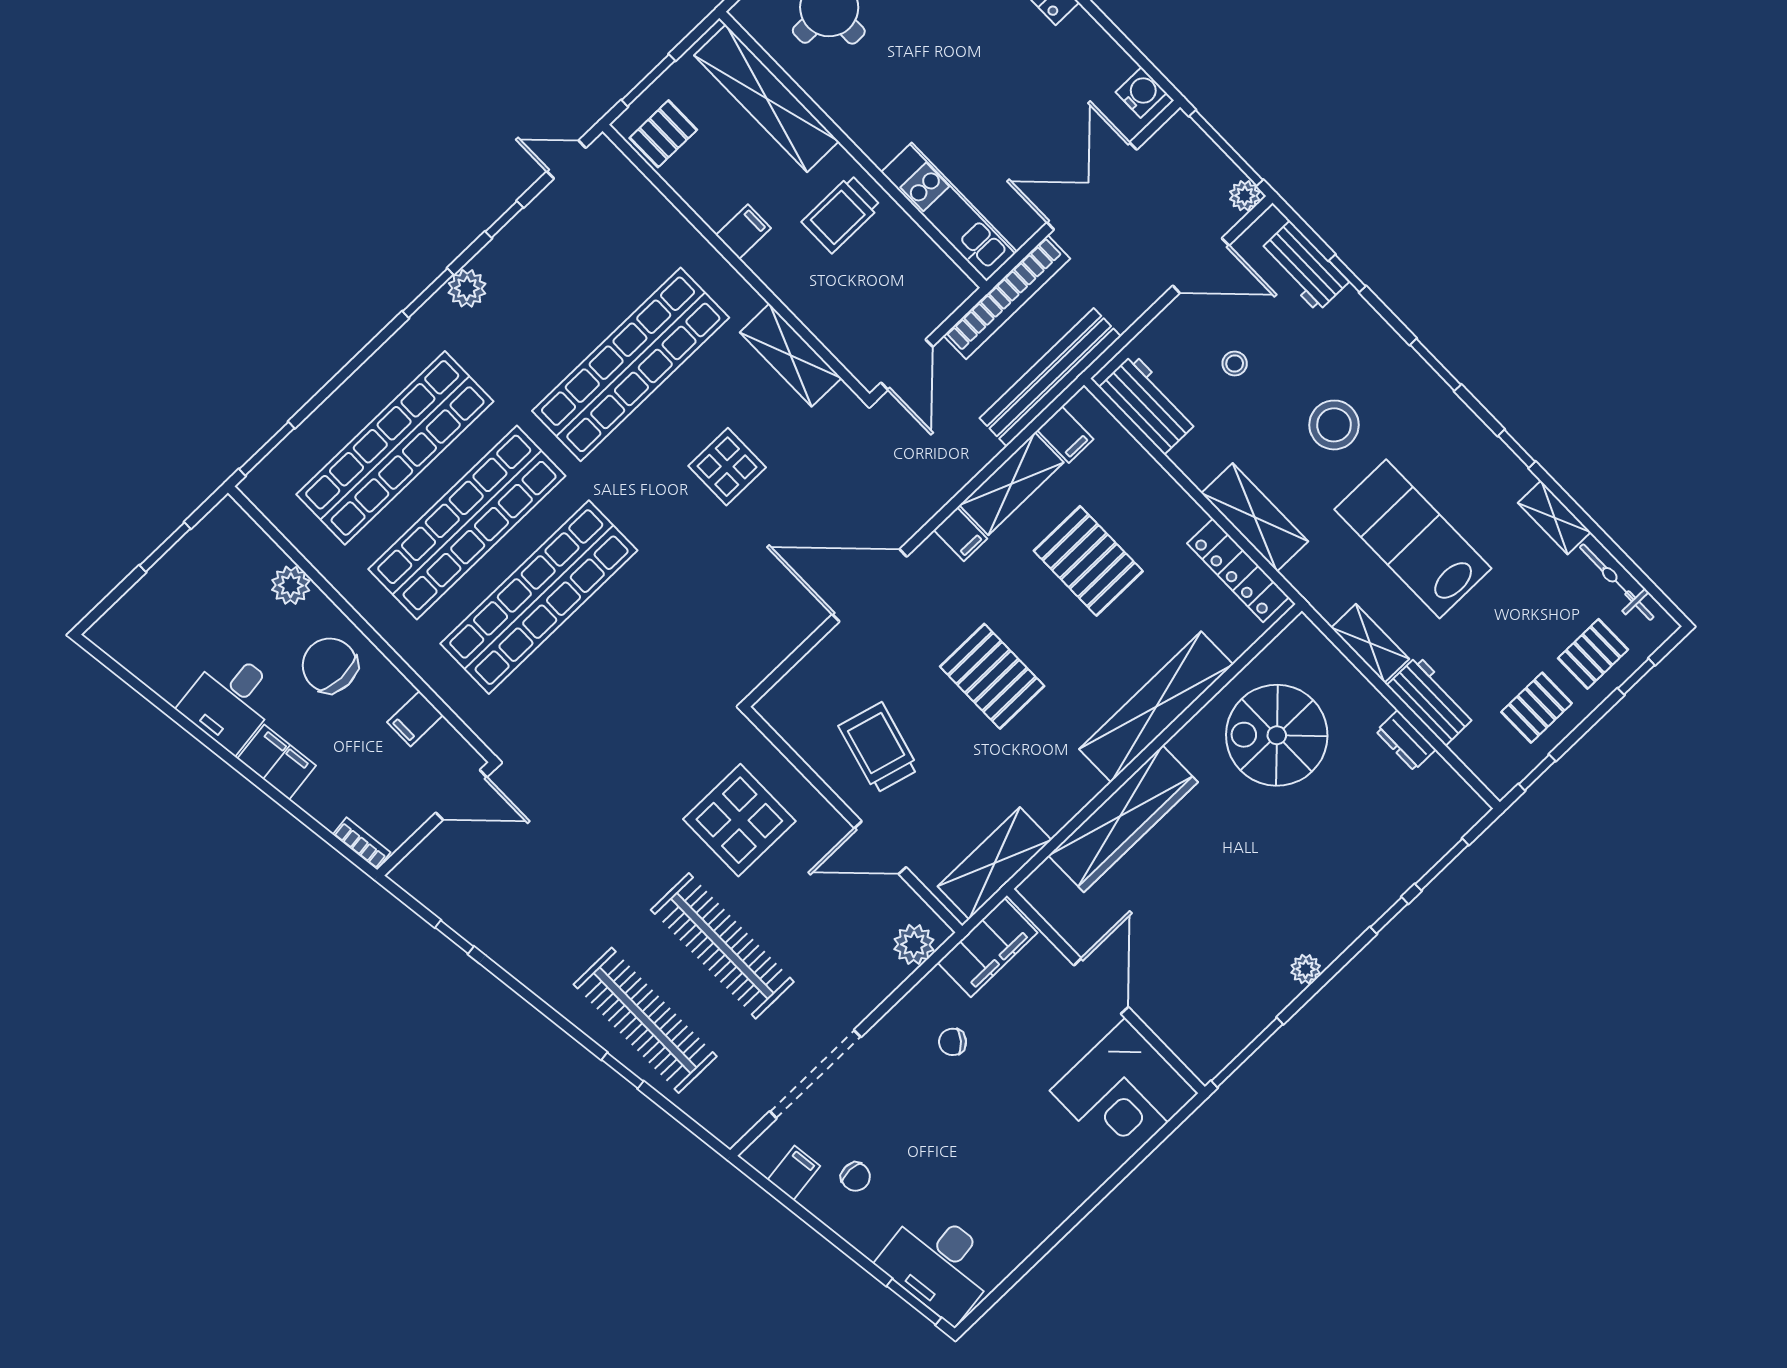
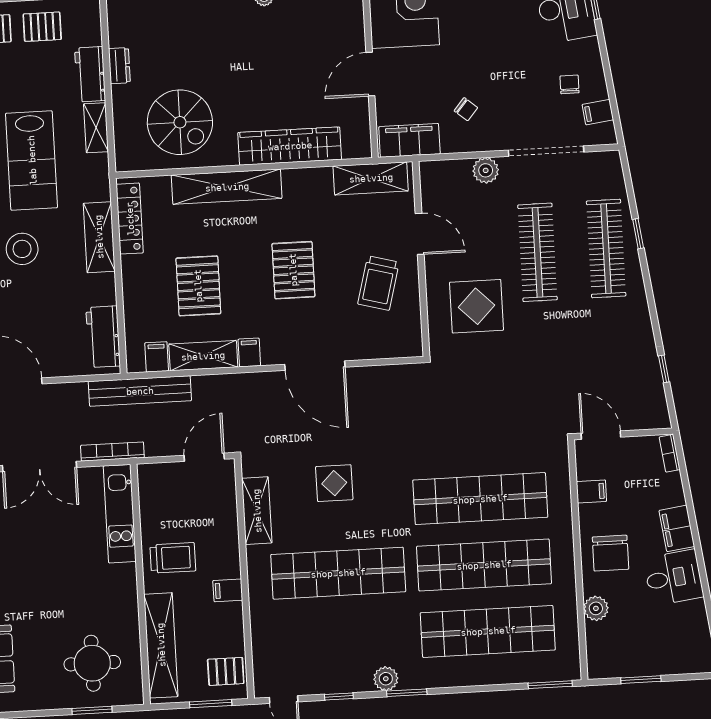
bookcase: (1007, 297) -> (112, 451), width x0.68, depth x0.76
stool: (1235, 364) -> (45, 320), removed
plant: (914, 944) -> (486, 170), moved

